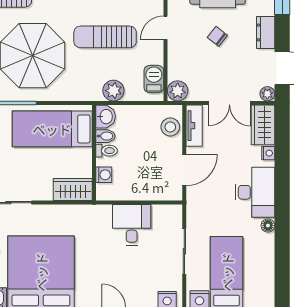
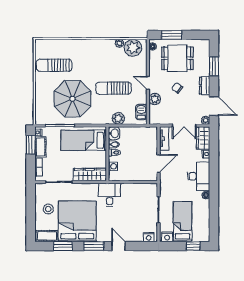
door: (166, 28) -> (148, 83), hinge flipped
plant: (178, 91) -> (155, 99), moved
stool: (170, 127) -> (151, 139), removed
wardrobe: (73, 189) -> (90, 175), width x1.50
desk: (132, 225) -> (110, 195), moved

